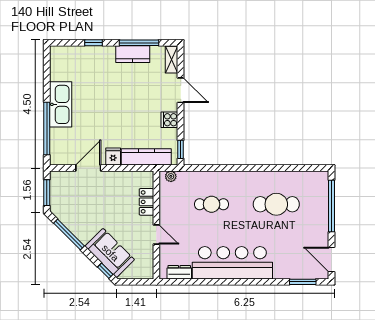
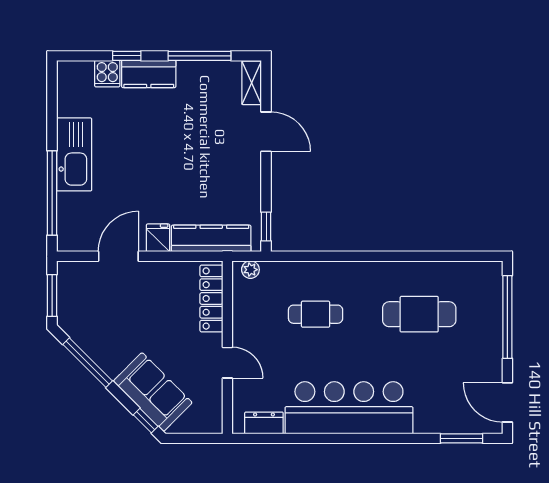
kitchen counter: (133, 54) -> (149, 74), moved
cooker: (169, 120) -> (107, 74), moved, turned -90
locker: (146, 202) -> (211, 298), width x1.53

